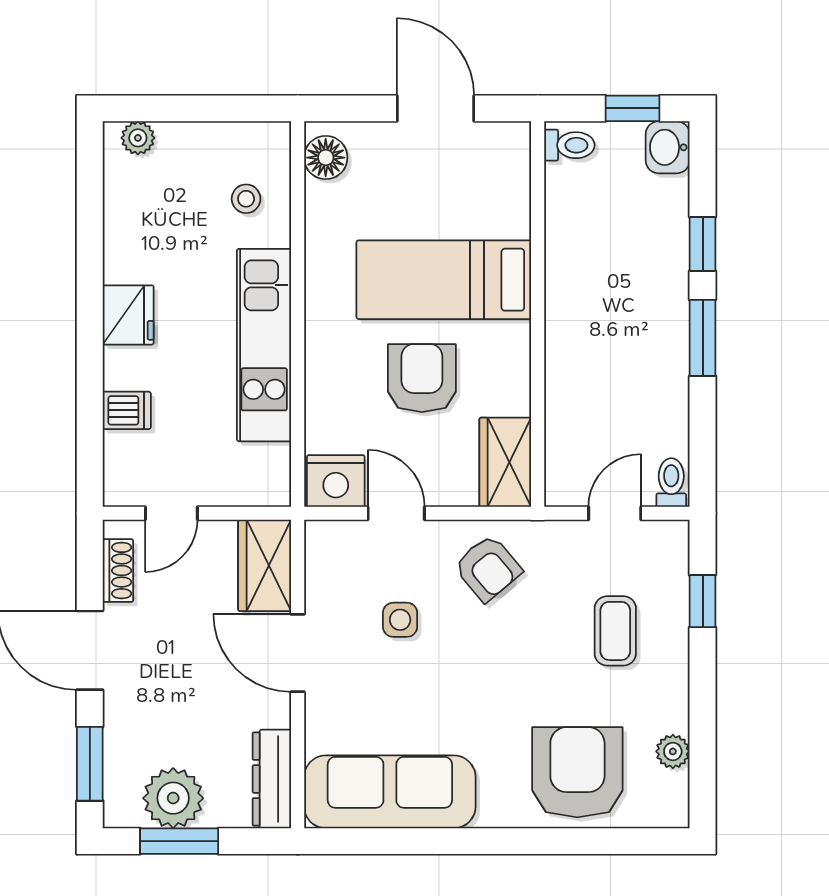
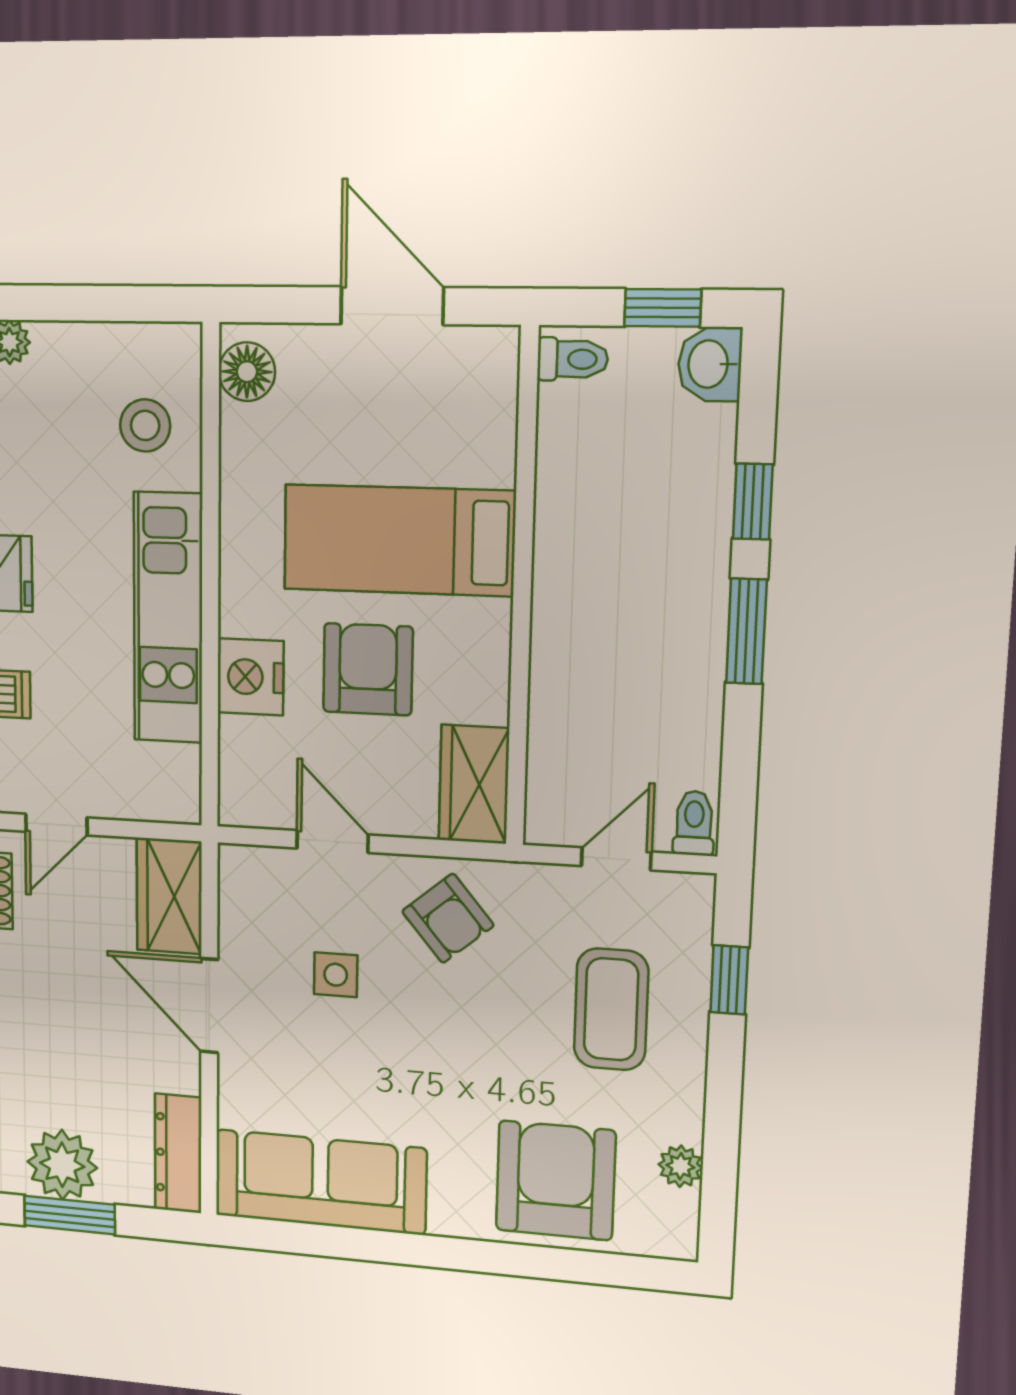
stool: (246, 199) -> (145, 425), width x1.37, depth x1.37
nightstand: (336, 481) -> (251, 677), moved, turned 90
coffee table: (615, 631) -> (611, 1009), width x1.36, depth x1.30

